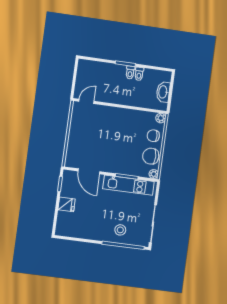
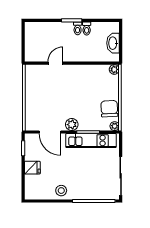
door: (86, 101) -> (56, 63), moved
chair: (153, 136) -> (109, 88), removed
chair: (151, 156) -> (109, 109), turned 87
plant: (112, 167) -> (72, 125), added
stool: (120, 230) -> (61, 191), moved

